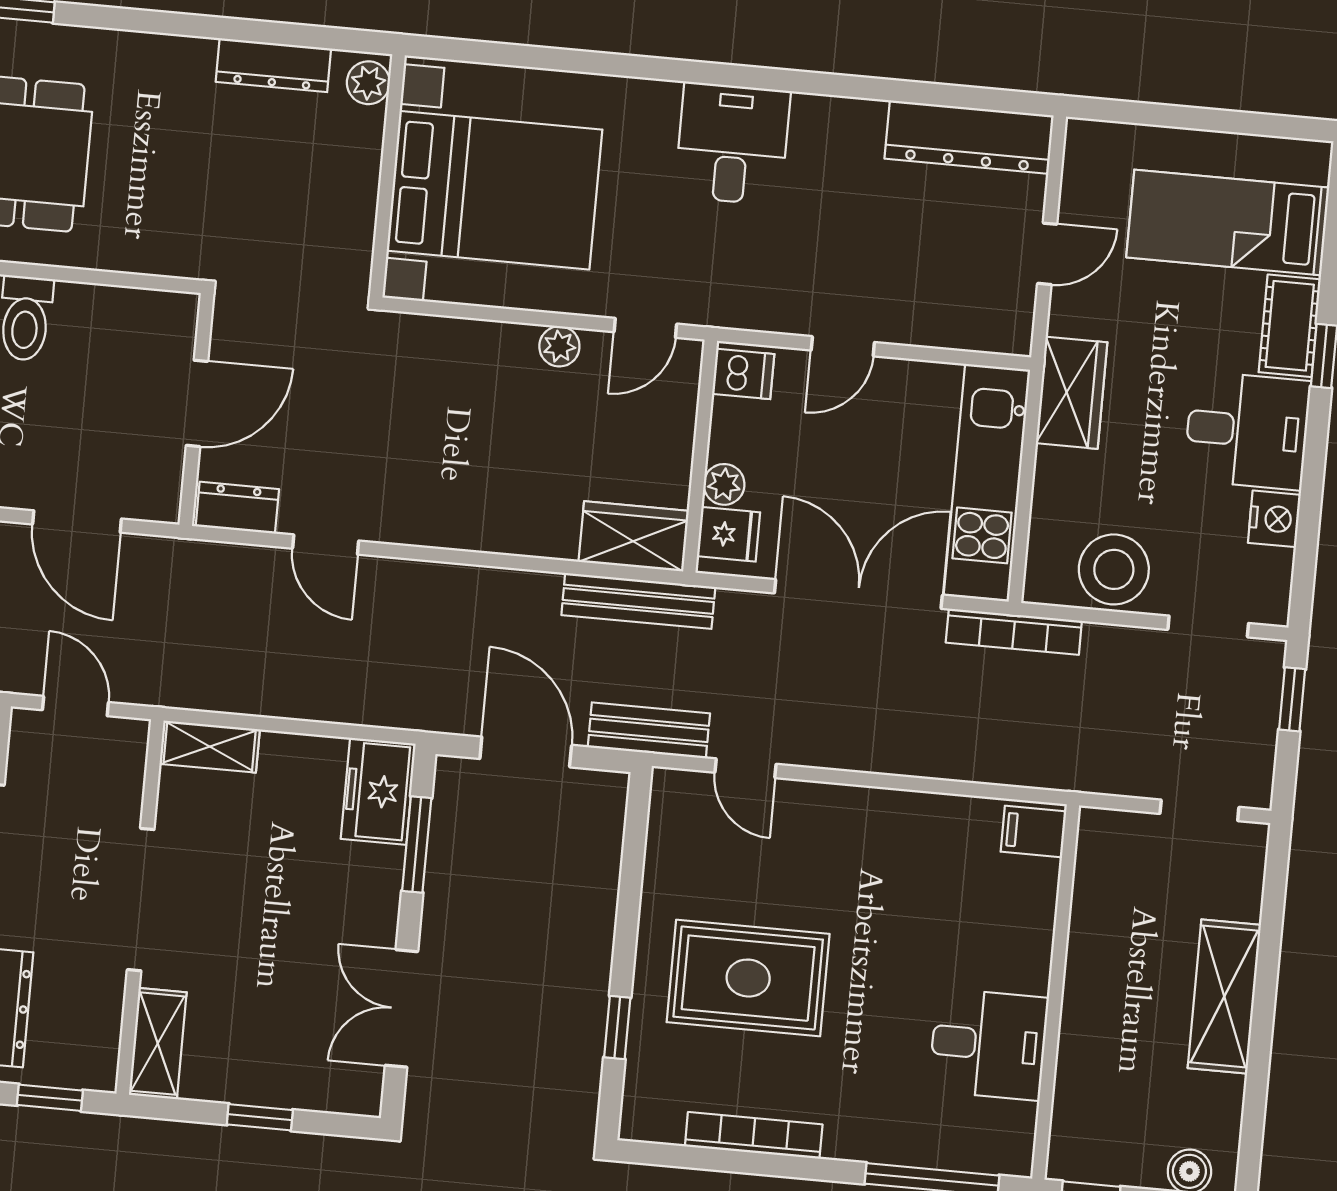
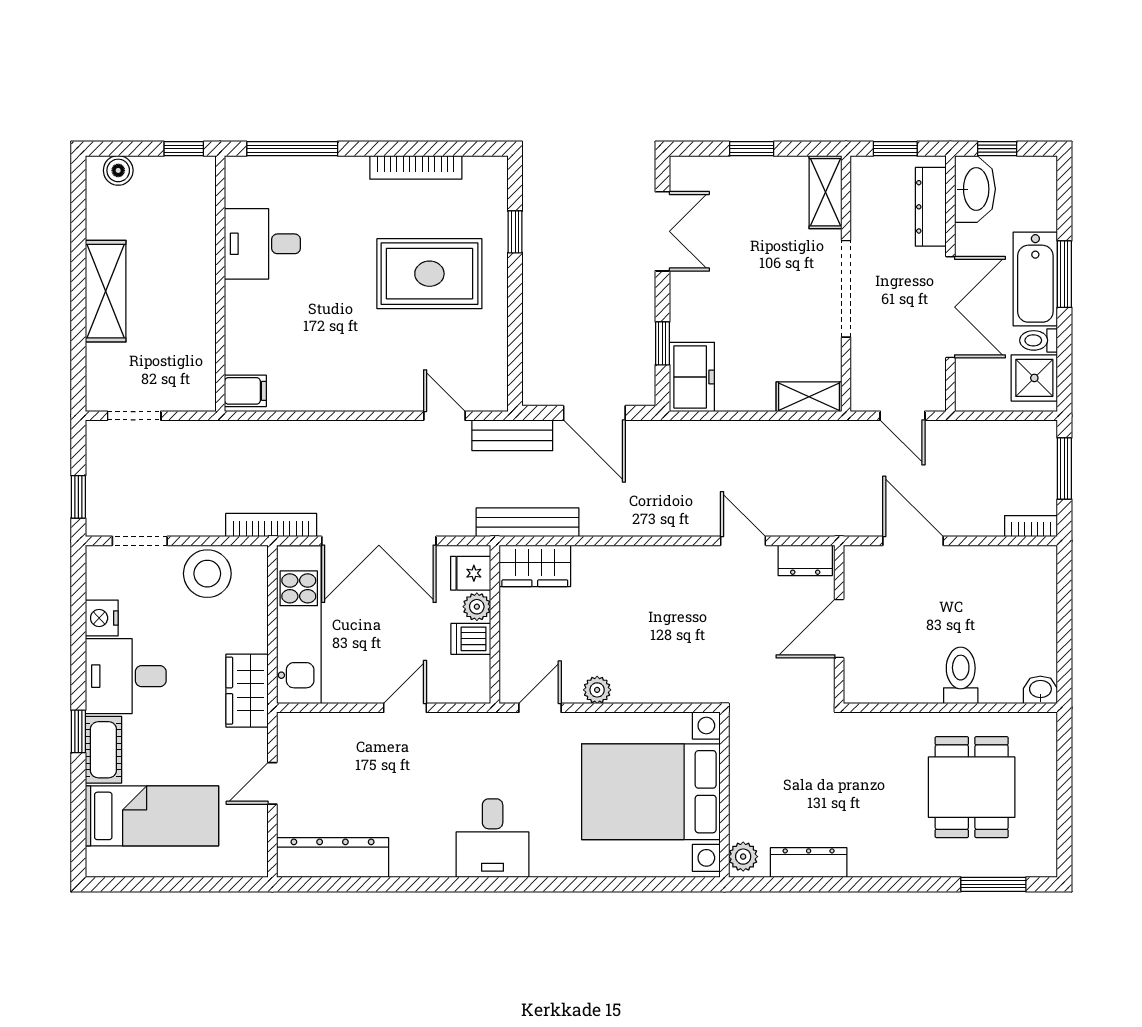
dishwasher: (743, 374) -> (471, 639), moved
window: (417, 844) -> (662, 343), width x0.67

